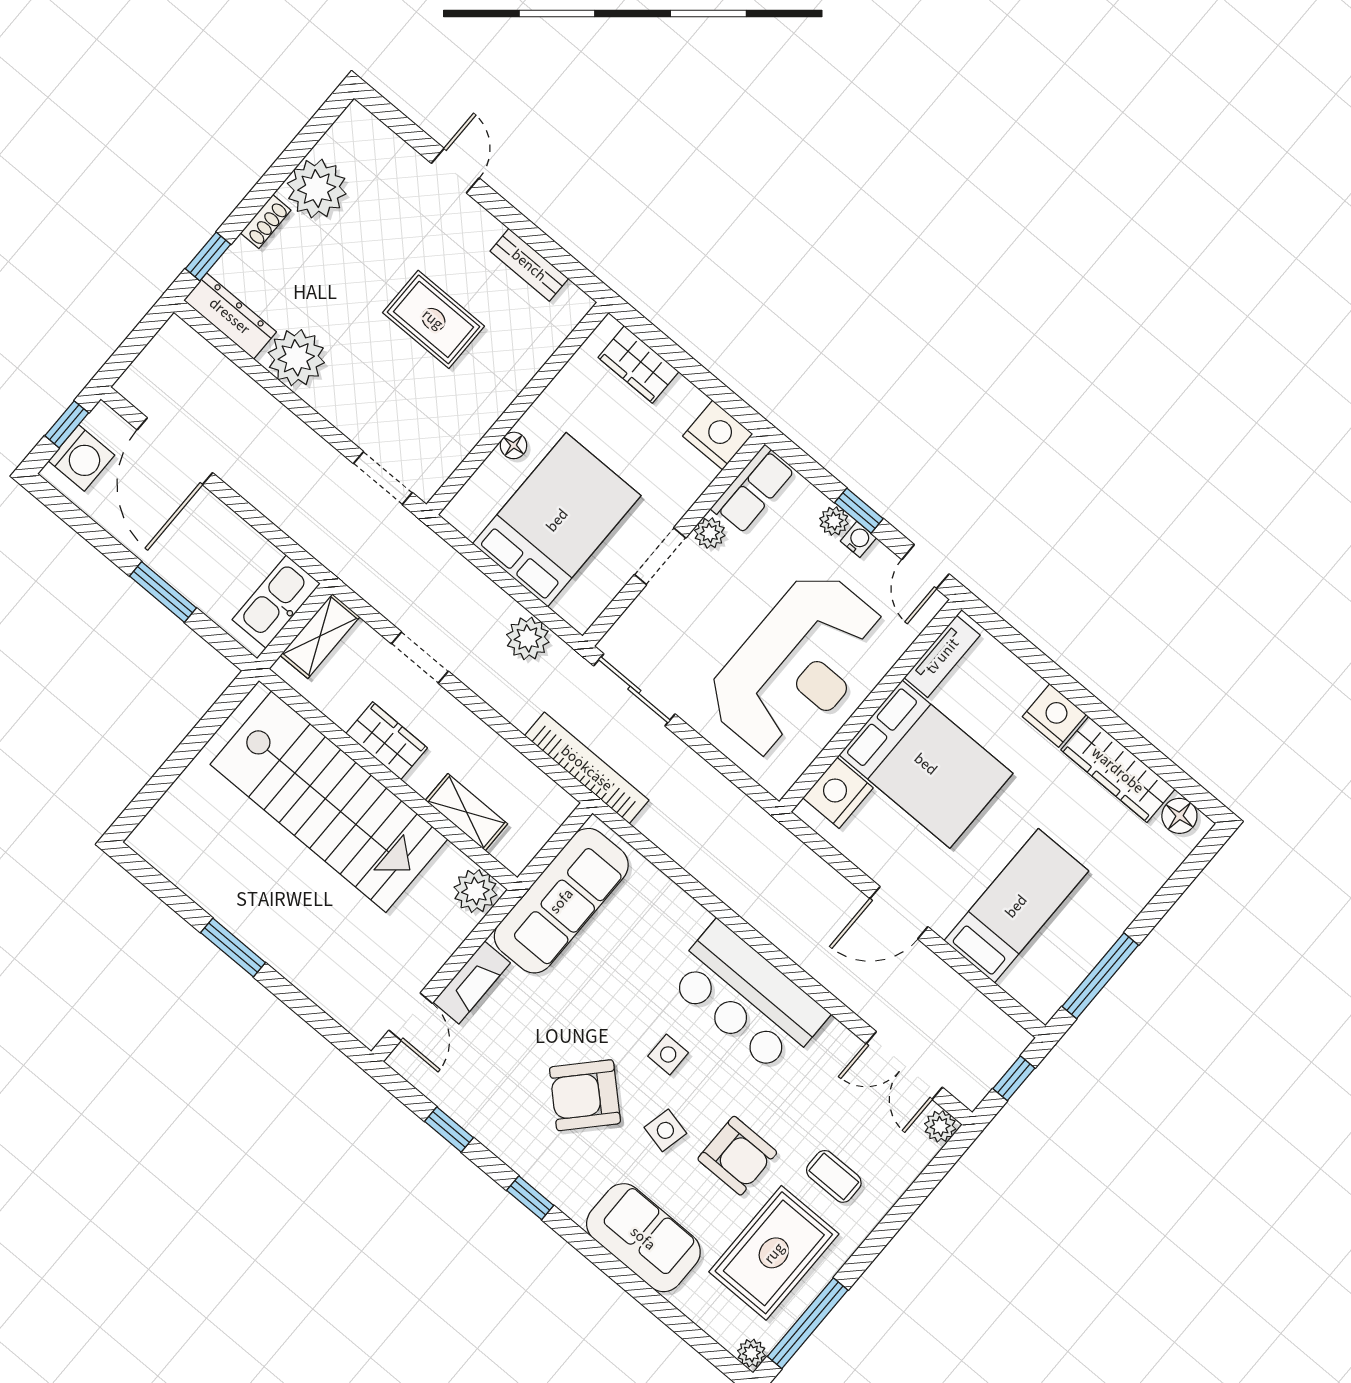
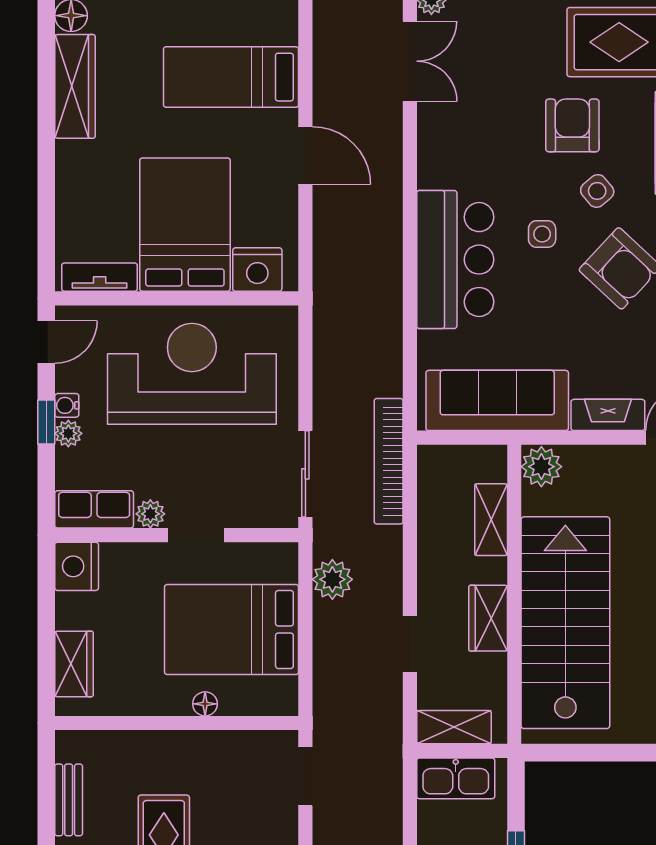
nightstand: (1054, 716) -> (75, 163), removed
bar counter: (747, 998) -> (455, 260), moved
side table: (665, 1130) -> (597, 191), turned 37
coffee table: (834, 1176) -> (530, 45), removed

